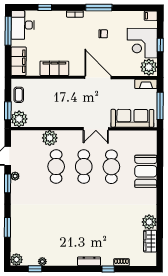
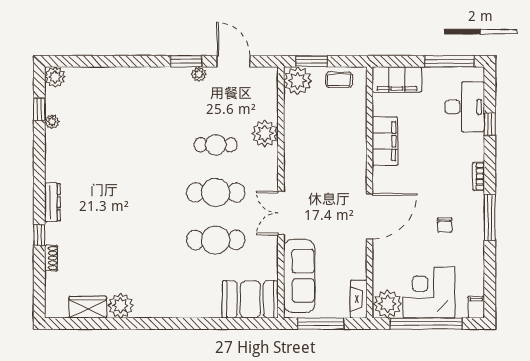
desk: (23, 25) -> (465, 107), moved, turned 90
window: (160, 45) -> (426, 324), width x3.17
cafe table: (56, 166) -> (216, 145), width x0.73, depth x0.74
booth: (146, 171) -> (250, 299), moved
window: (7, 227) -> (110, 61), removed

